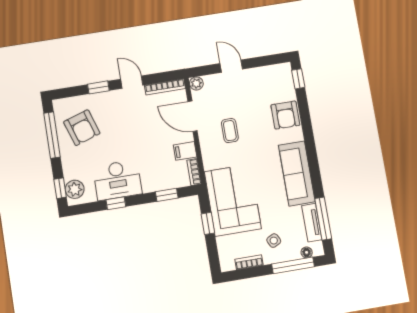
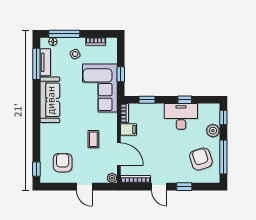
armchair: (285, 115) -> (63, 163), moved
plant: (75, 189) -> (213, 131), moved

